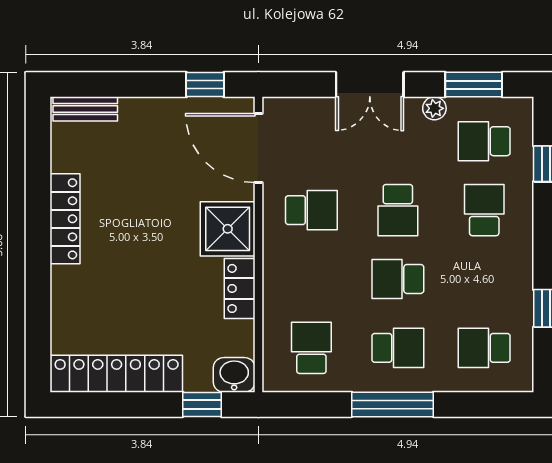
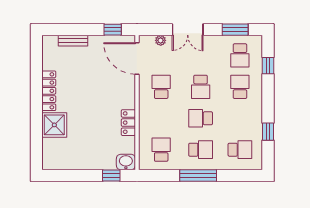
plant: (434, 108) -> (161, 40), moved
bench: (85, 109) -> (73, 41), moved
school desk: (484, 141) -> (240, 55), turned -90
school desk: (311, 210) -> (161, 87), turned -90
shower: (228, 229) -> (54, 125), moved
school desk: (484, 348) -> (240, 150), turned 180
locker: (117, 374) -> (72, 161), removed

